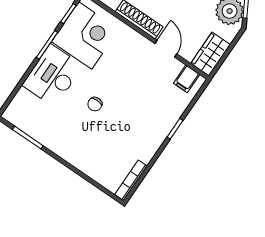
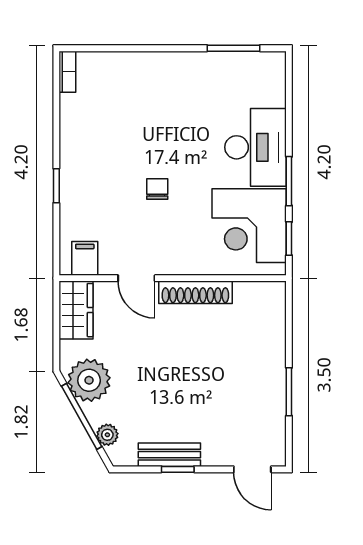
chair: (95, 104) -> (157, 189), moved
bookcase: (131, 180) -> (67, 72), width x0.64

